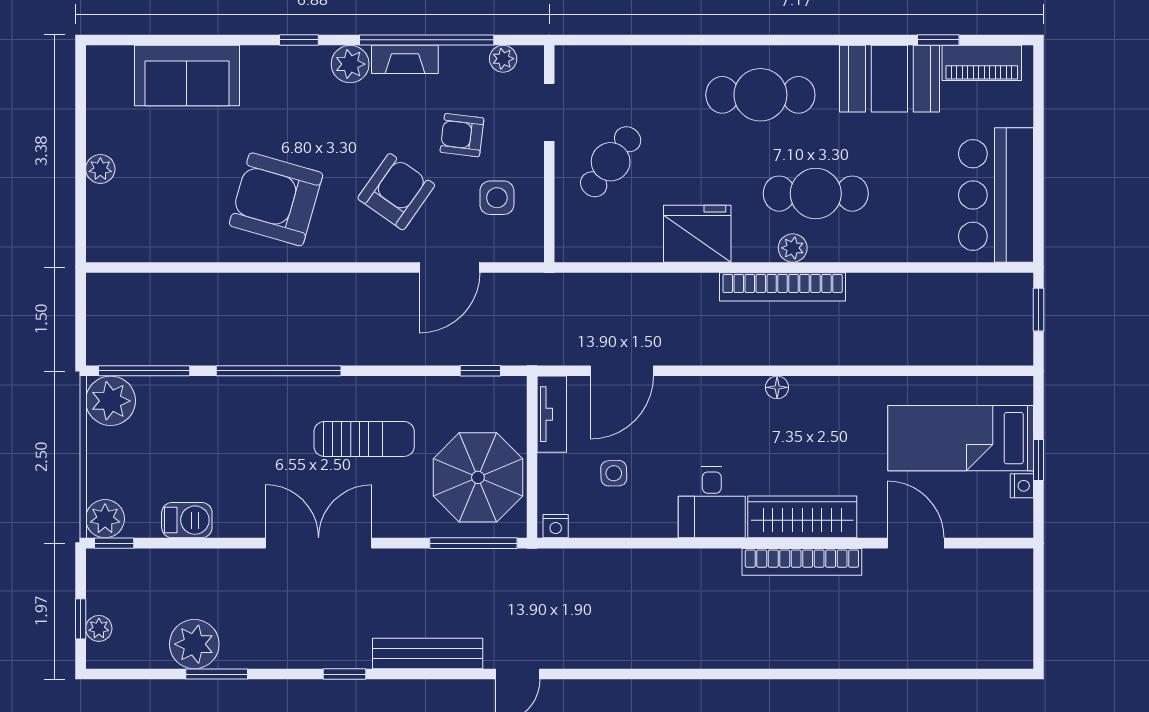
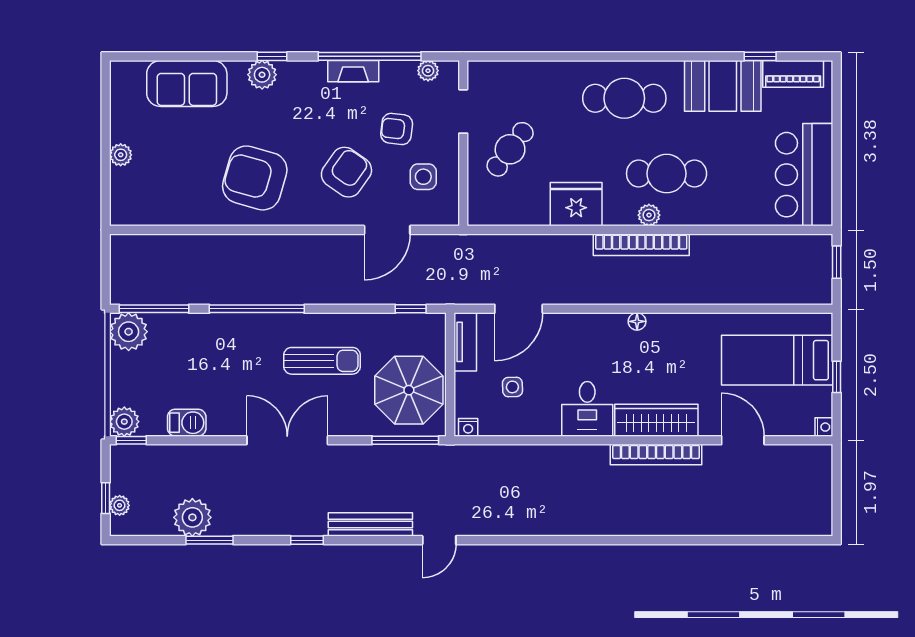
plant: (350, 64) -> (262, 75), moved
nightstand: (1022, 486) -> (824, 427), moved

